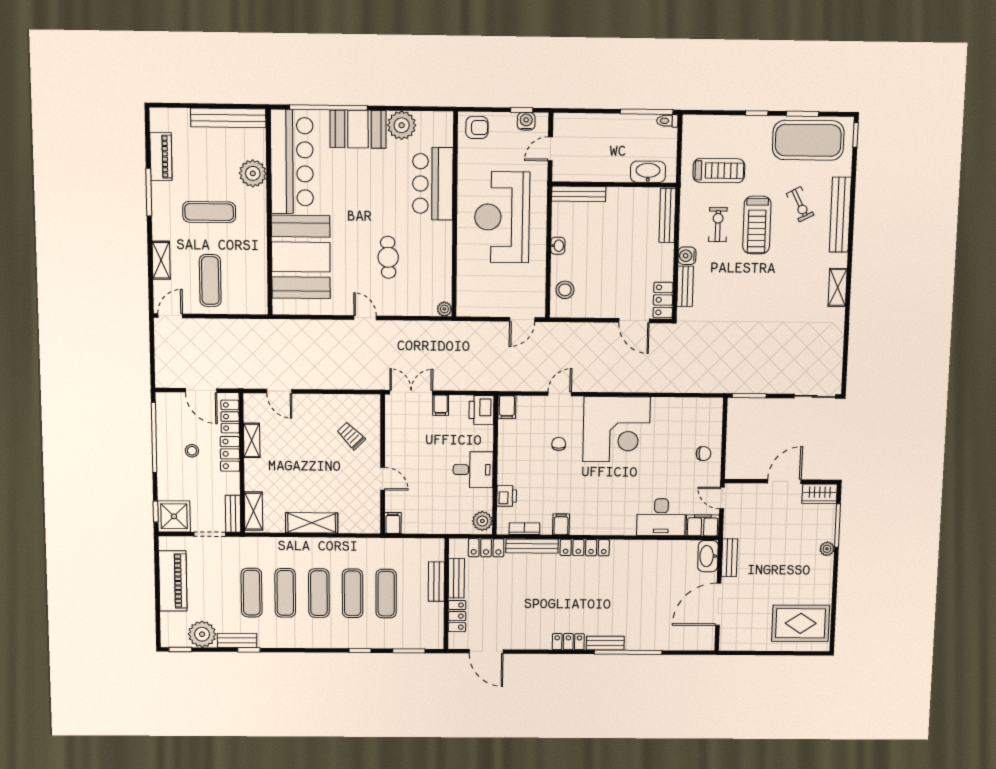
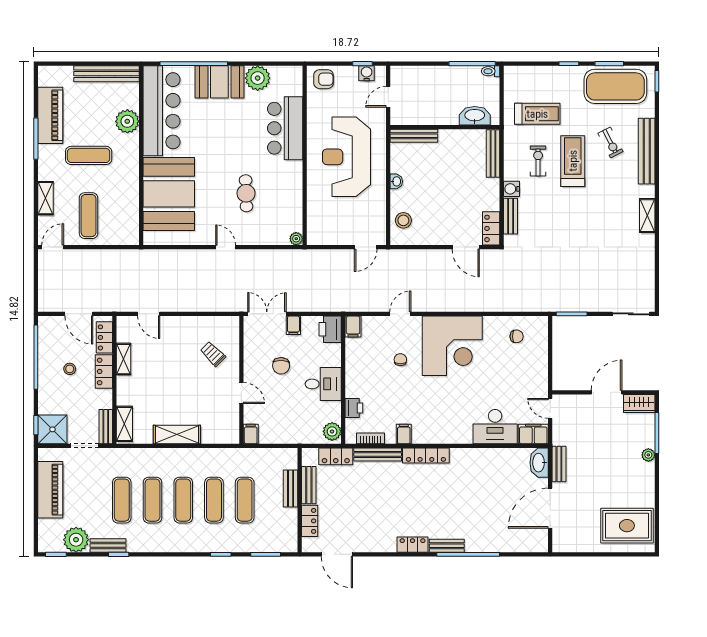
piano: (161, 157) -> (50, 115), width x1.37, depth x1.33
treadmill: (757, 225) -> (573, 161), turned 180
chair: (427, 449) -> (281, 366), added
chair: (703, 454) -> (517, 336), moved

